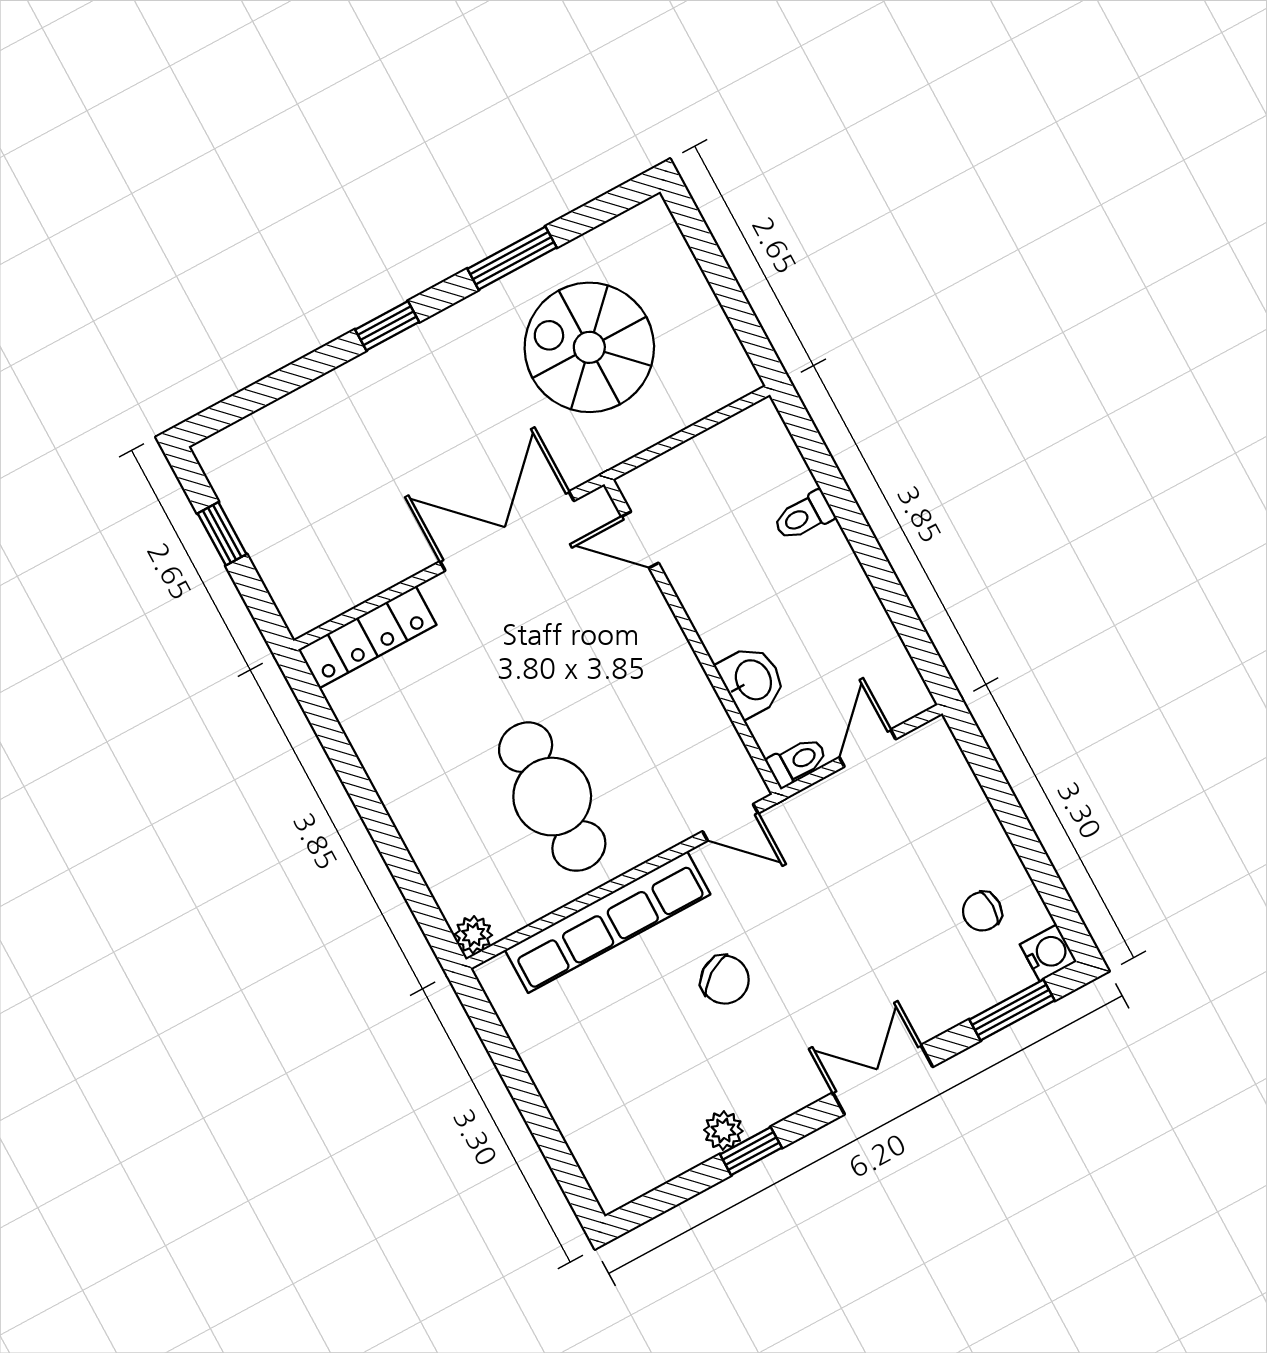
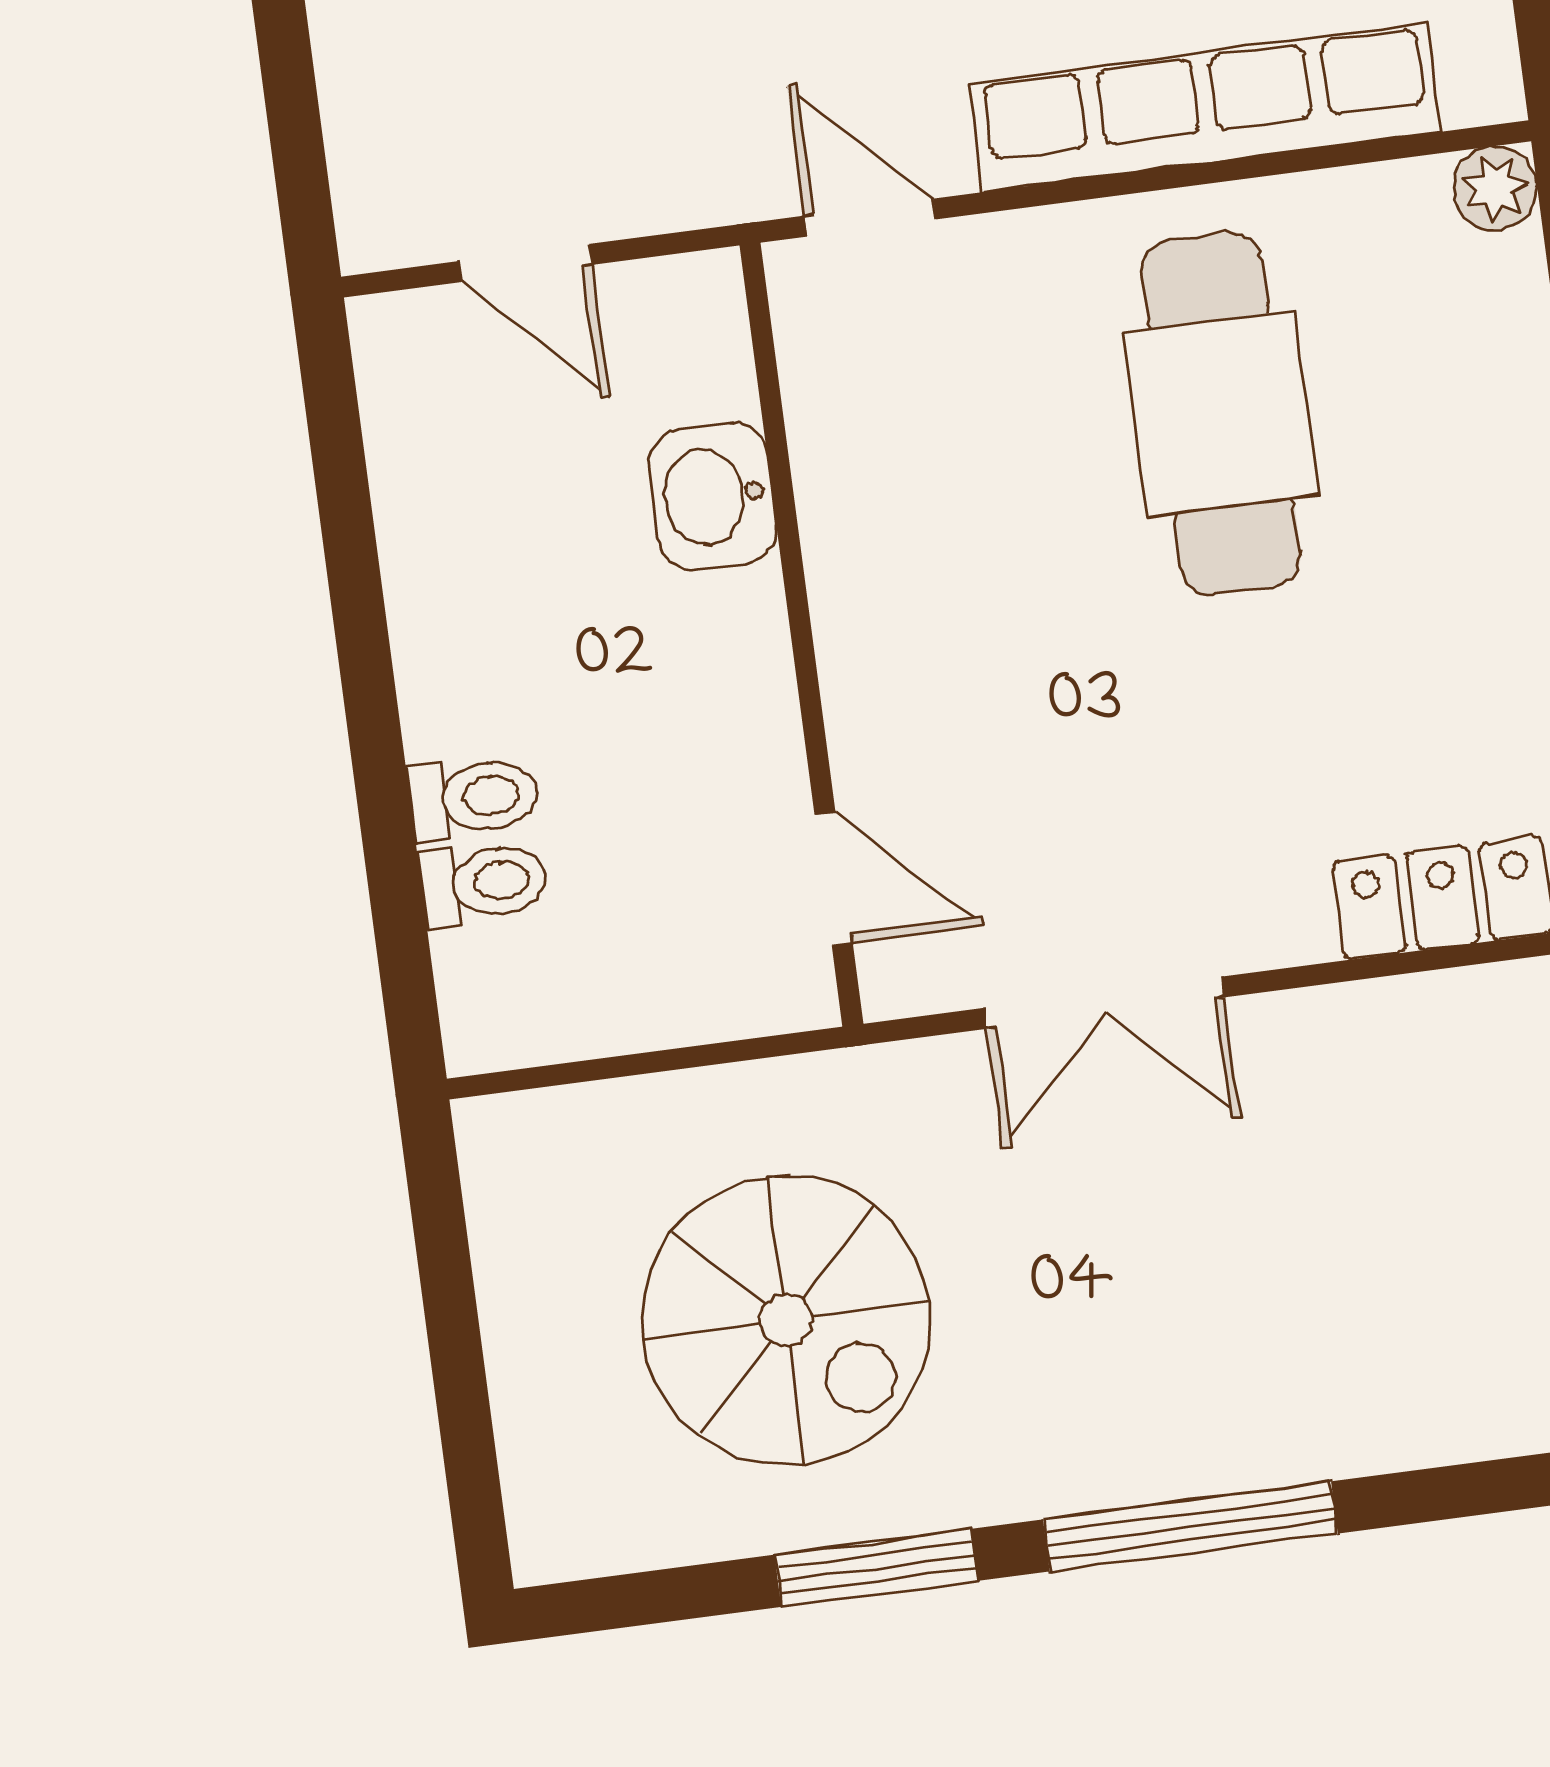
window: (387, 326) -> (1190, 1526), width x2.17
double door: (507, 531) -> (1104, 1003), width x0.73
door: (868, 748) -> (525, 263), hinge flipped
toilet: (797, 761) -> (484, 883), moved, turned 180

